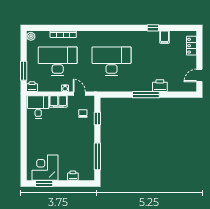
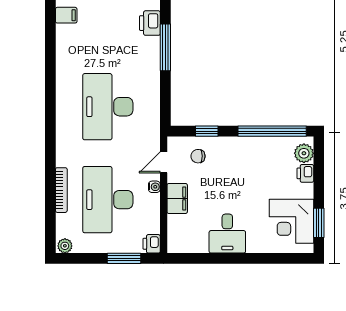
window: (153, 28) -> (50, 35), removed
desk: (38, 107) -> (227, 234), moved, turned -90
window: (97, 156) -> (272, 131), width x1.46
plant: (84, 175) -> (304, 153), added

